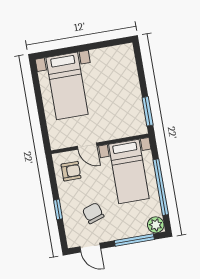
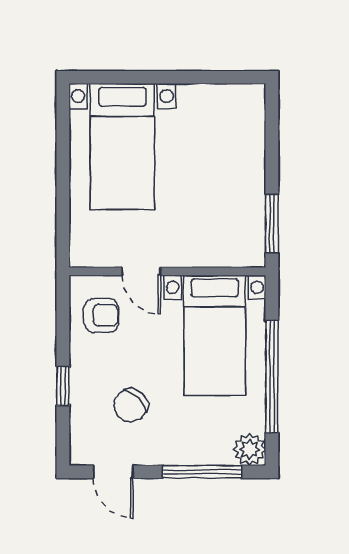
chair: (93, 213) -> (131, 405), turned -117

